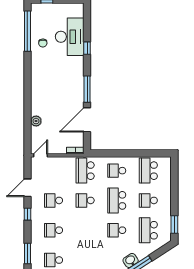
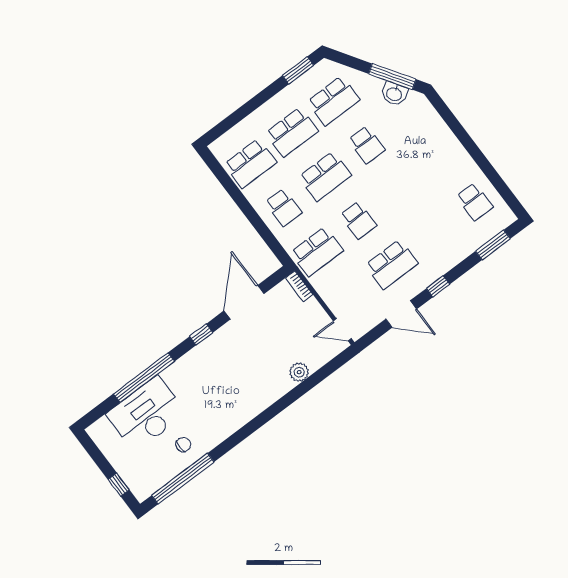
window: (87, 48) -> (144, 378), width x3.17
window: (87, 89) -> (201, 334), width x0.46
door: (87, 120) -> (244, 302), swing flipped
school desk: (53, 200) -> (392, 264), width x1.85
school desk: (148, 200) -> (292, 132), width x1.85
school desk: (53, 230) -> (433, 233), removed

